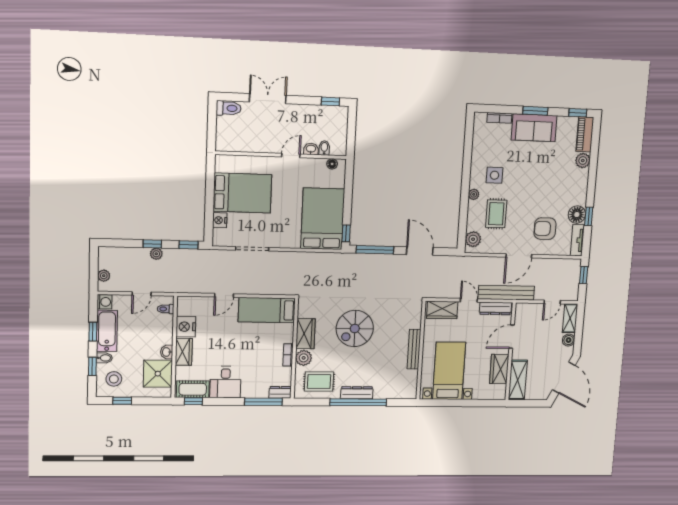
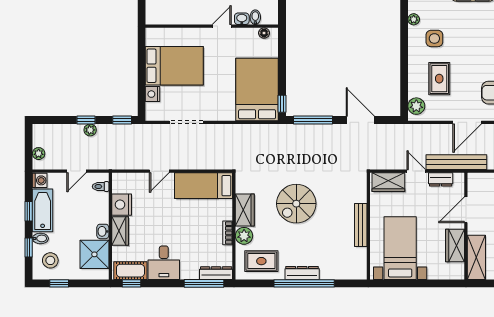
plant: (474, 194) -> (414, 19), moved
dresser: (495, 308) -> (441, 179), width x0.70
dresser: (280, 392) -> (216, 273), width x1.44

